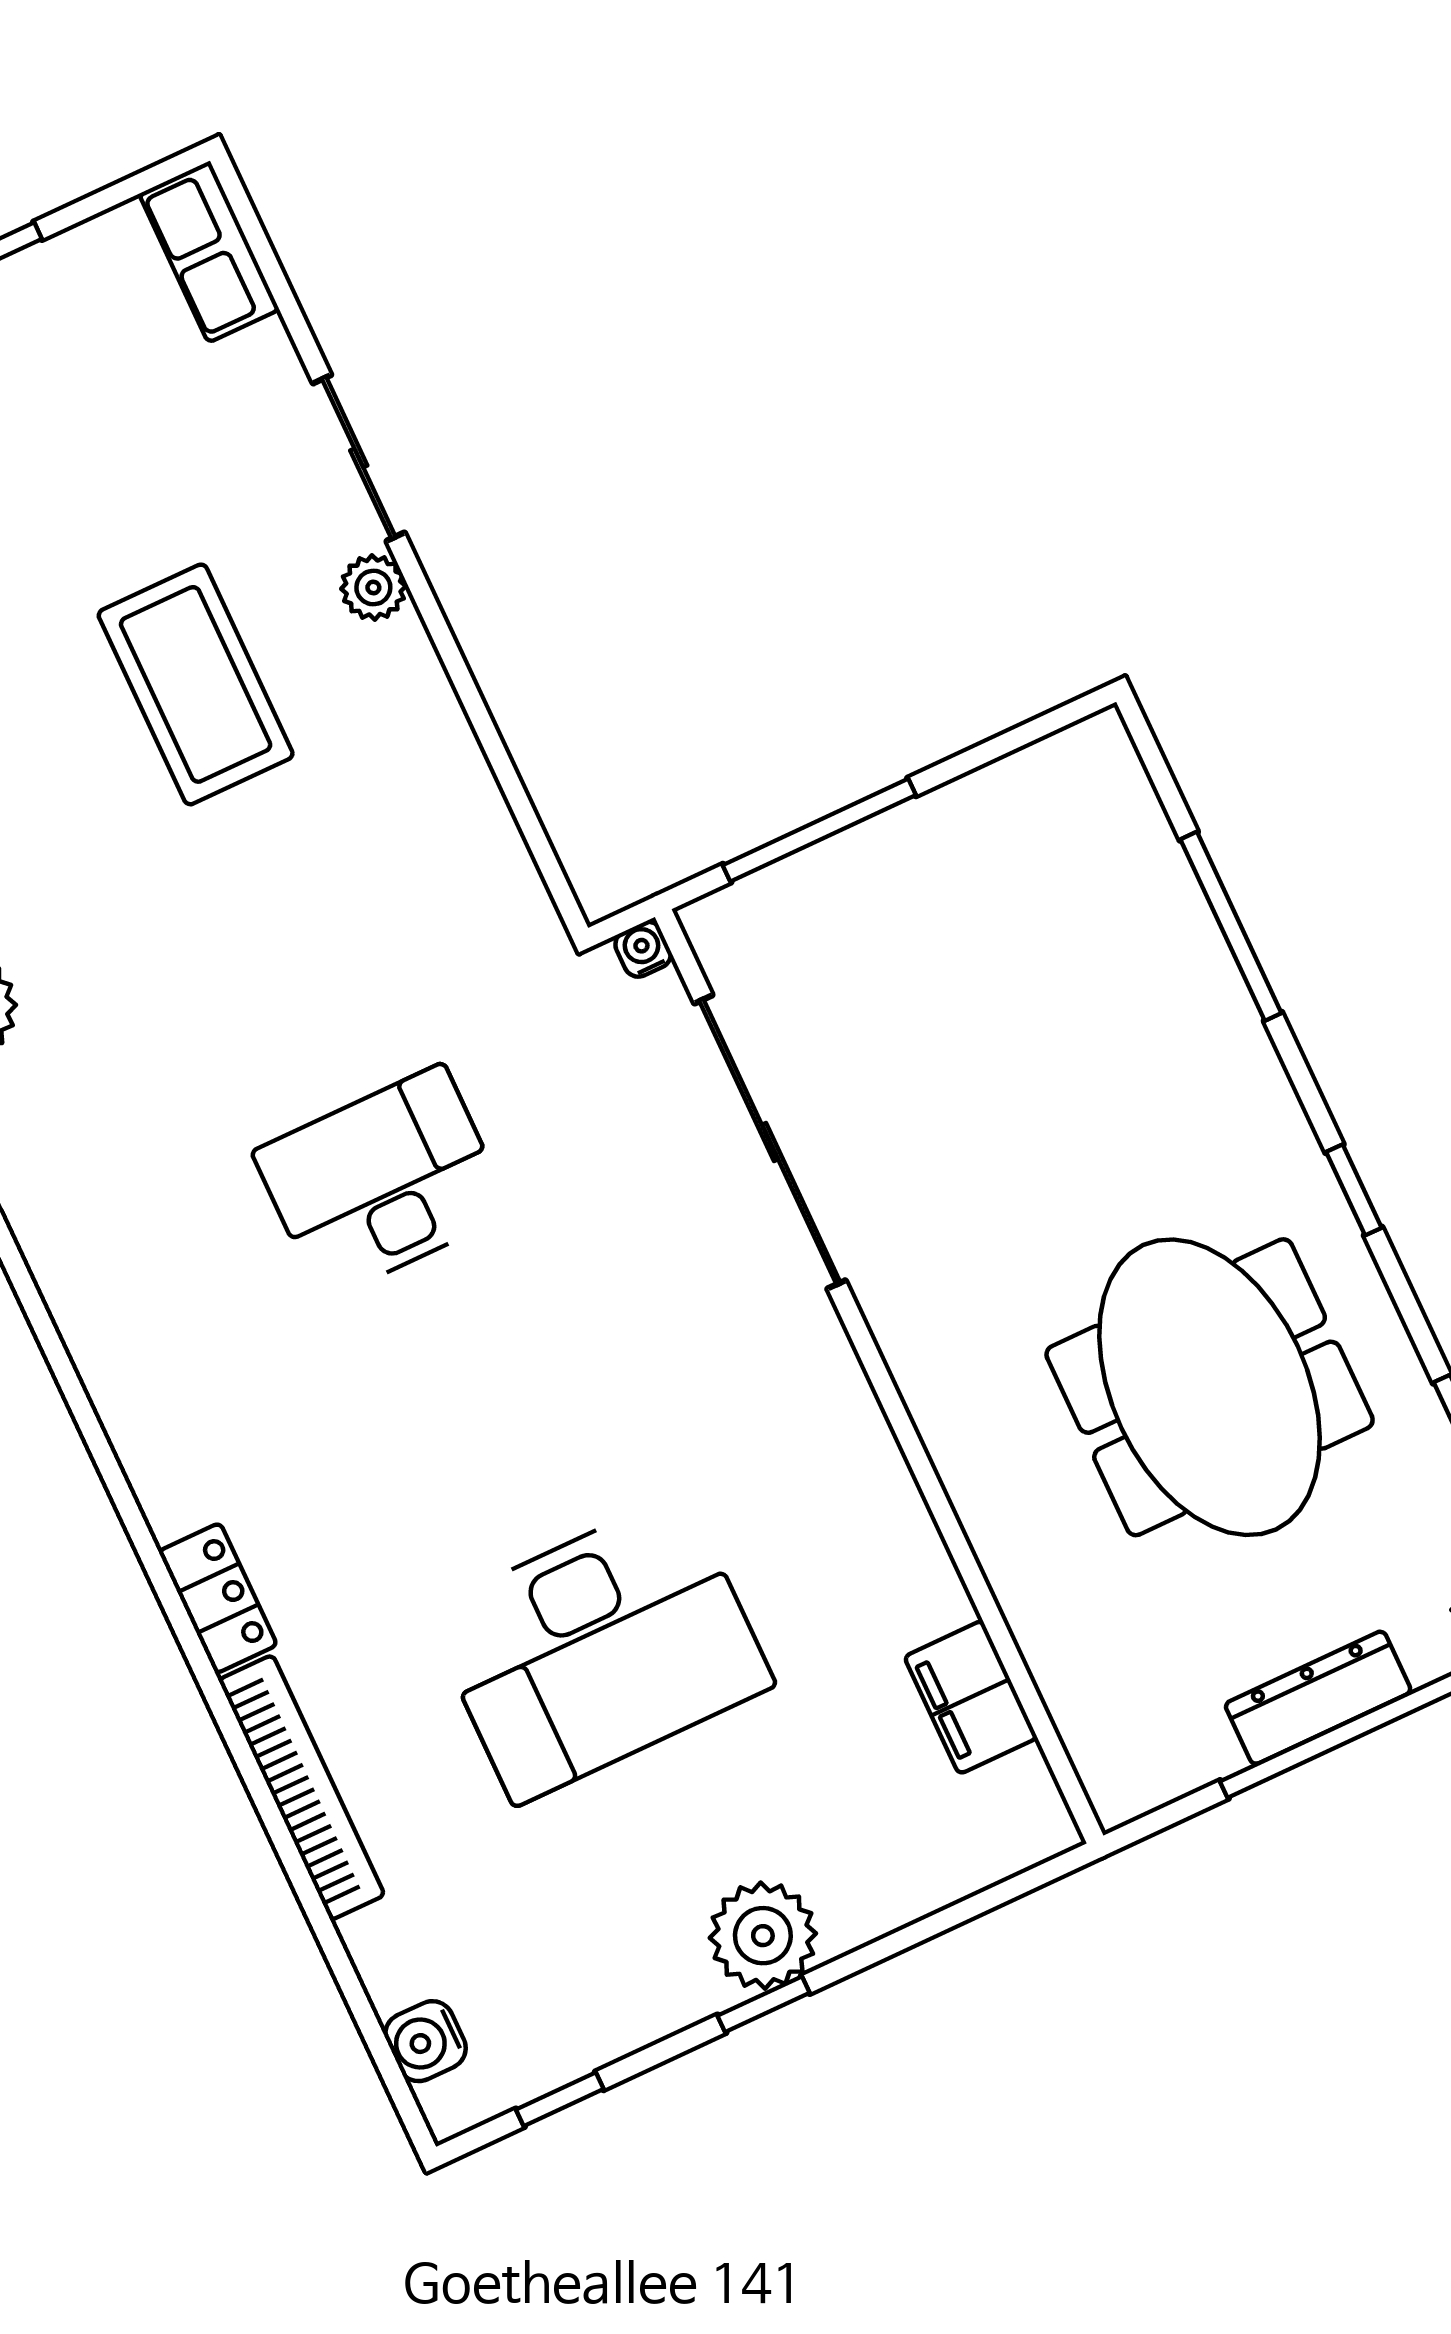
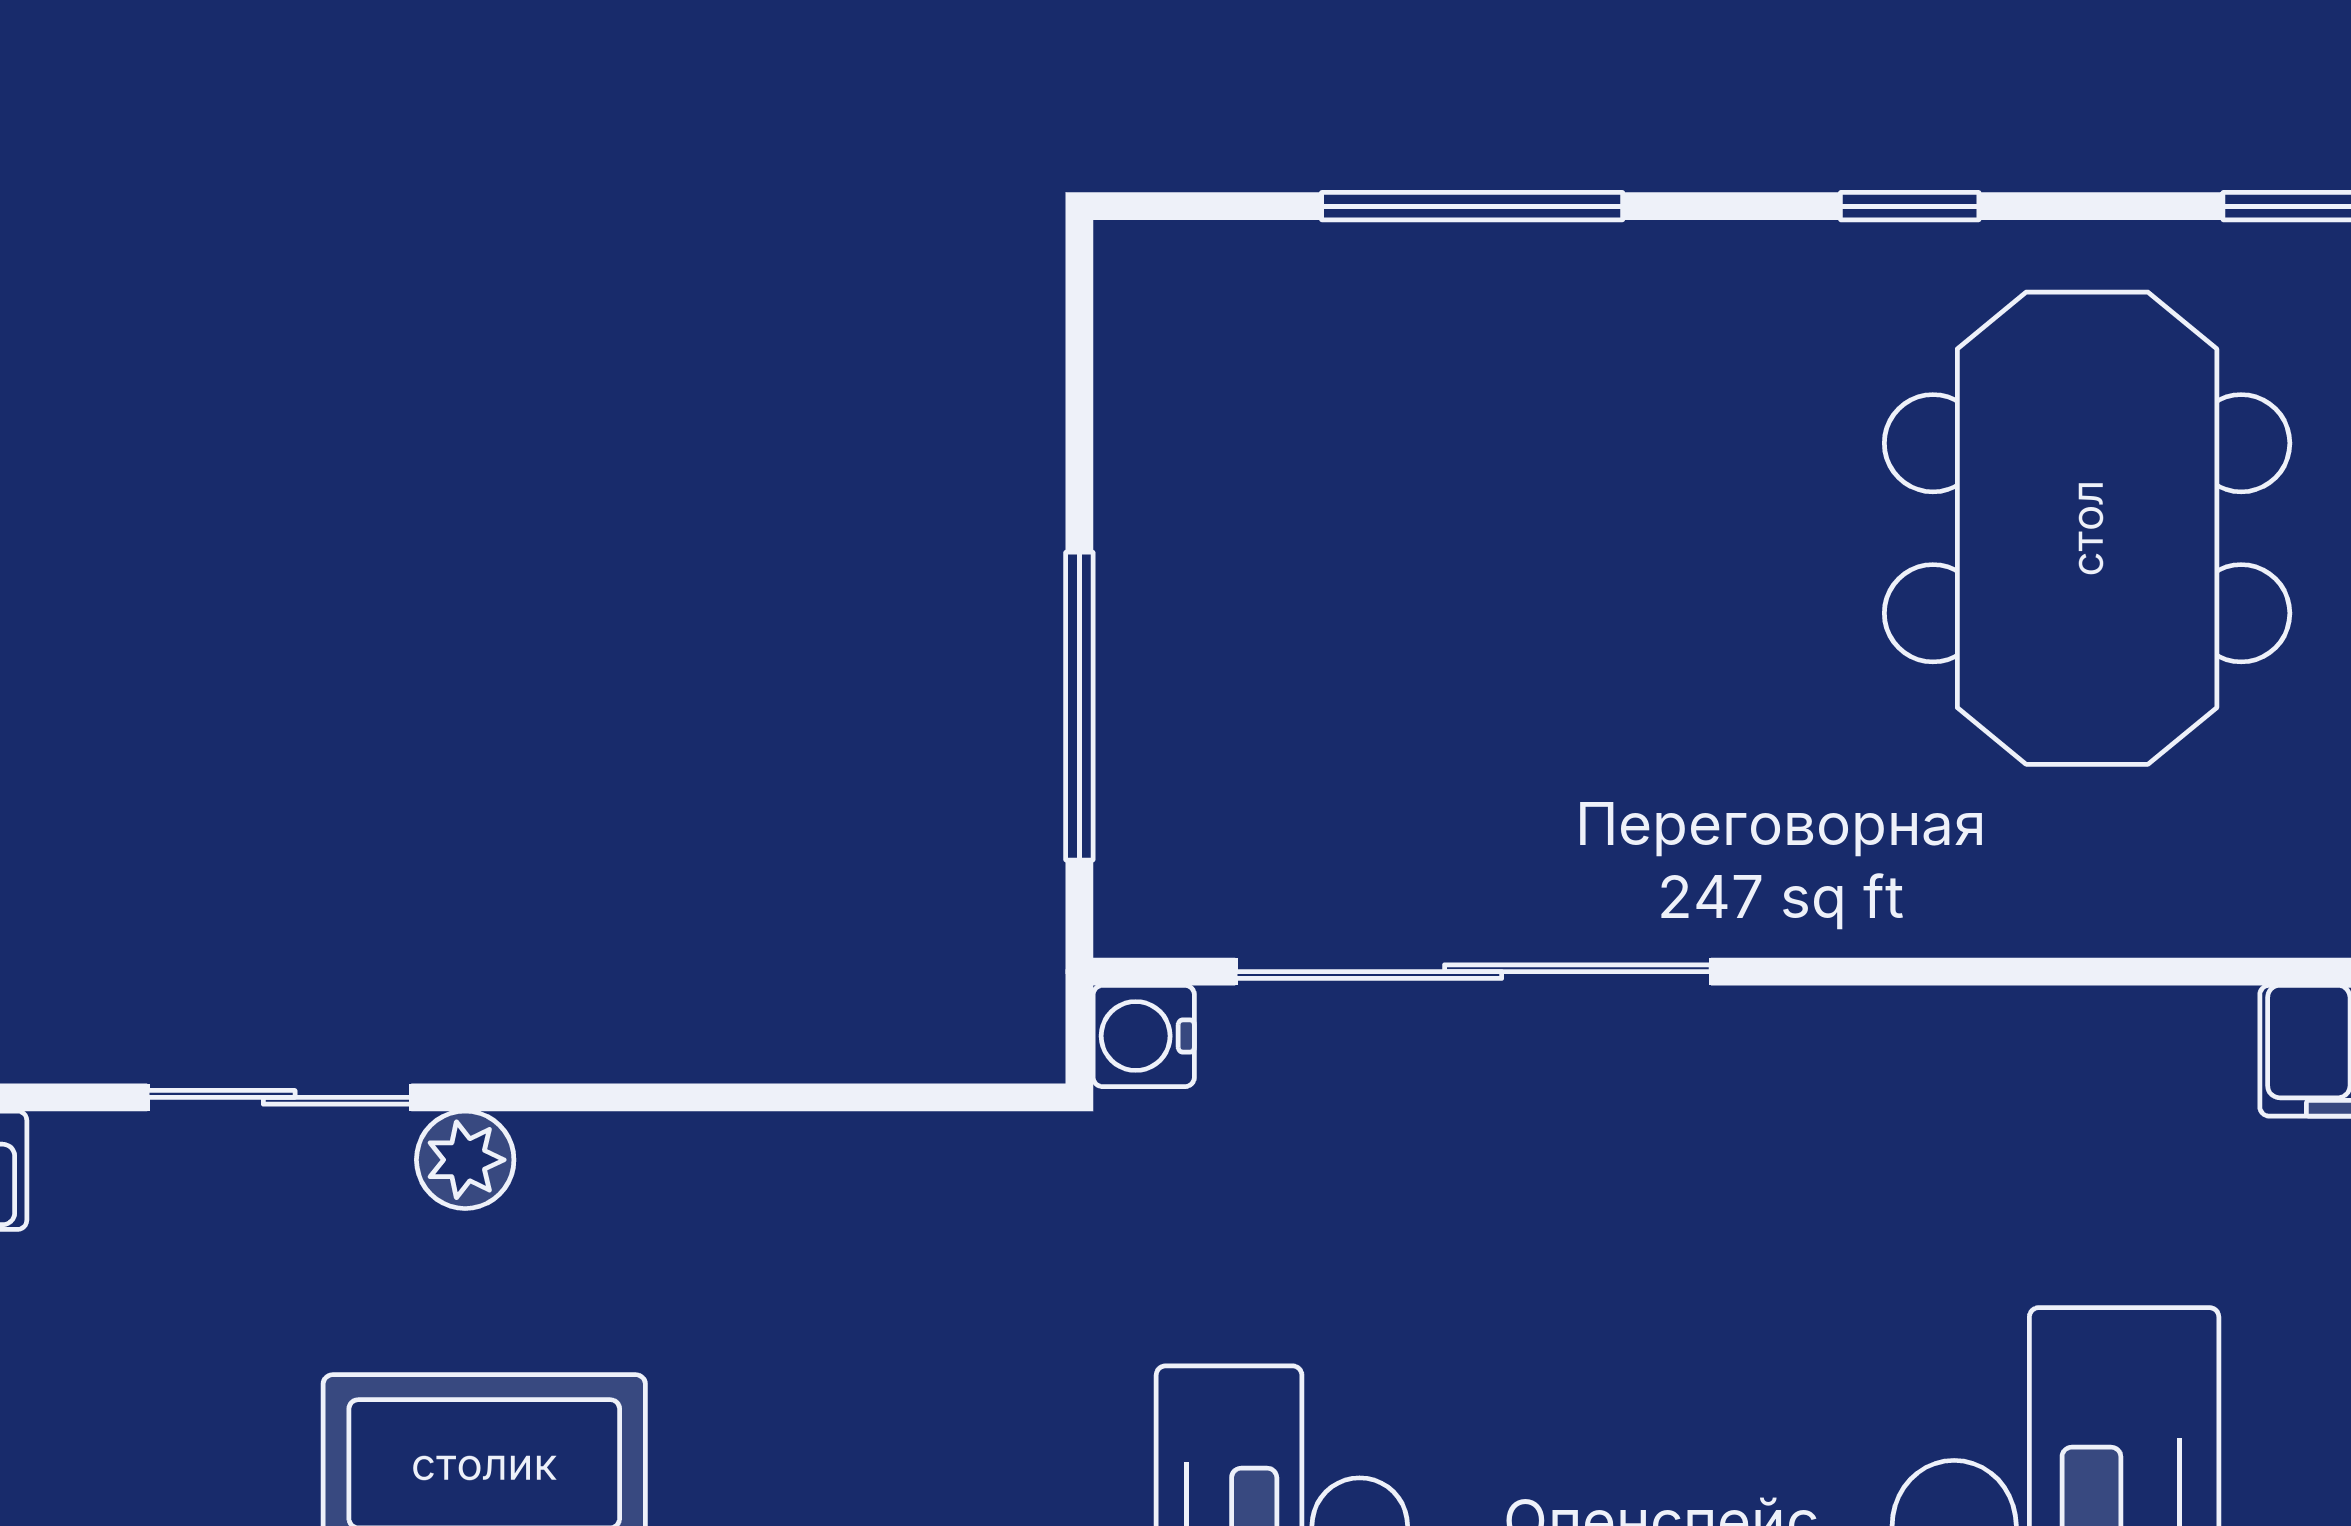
water cooler: (643, 949) -> (1144, 1036), width x1.38, depth x1.38
meeting table: (1210, 1387) -> (2087, 528), turned 90

